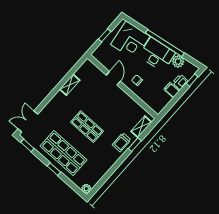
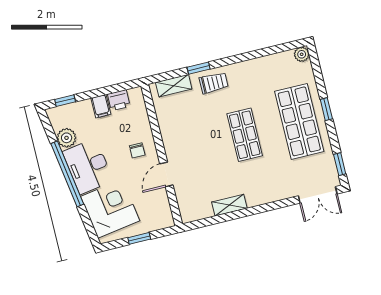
printer: (180, 82) -> (119, 100), moved

